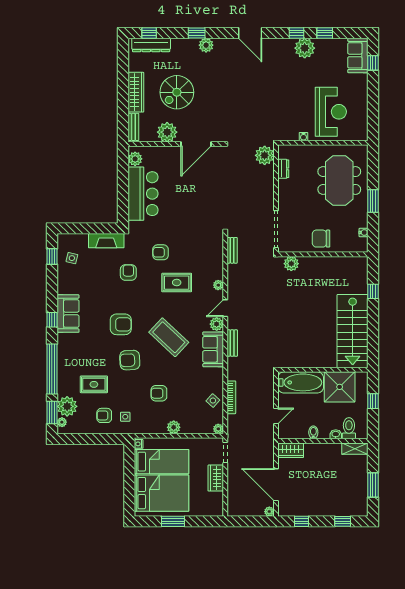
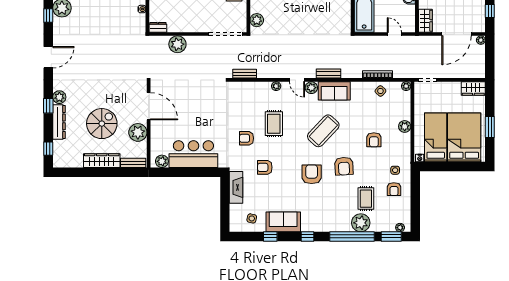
dresser: (151, 45) -> (59, 122), moved
spiral stairs: (177, 92) -> (102, 124), turned -90
plant: (265, 155) -> (177, 44), moved
dresser: (283, 169) -> (158, 27), moved
armchair: (161, 252) -> (246, 138), turned 90
window: (52, 256) -> (270, 236), moved
sofa: (68, 314) -> (283, 222), moved
plant: (67, 406) -> (361, 223), moved
wardrobe: (216, 478) -> (473, 88), moved

